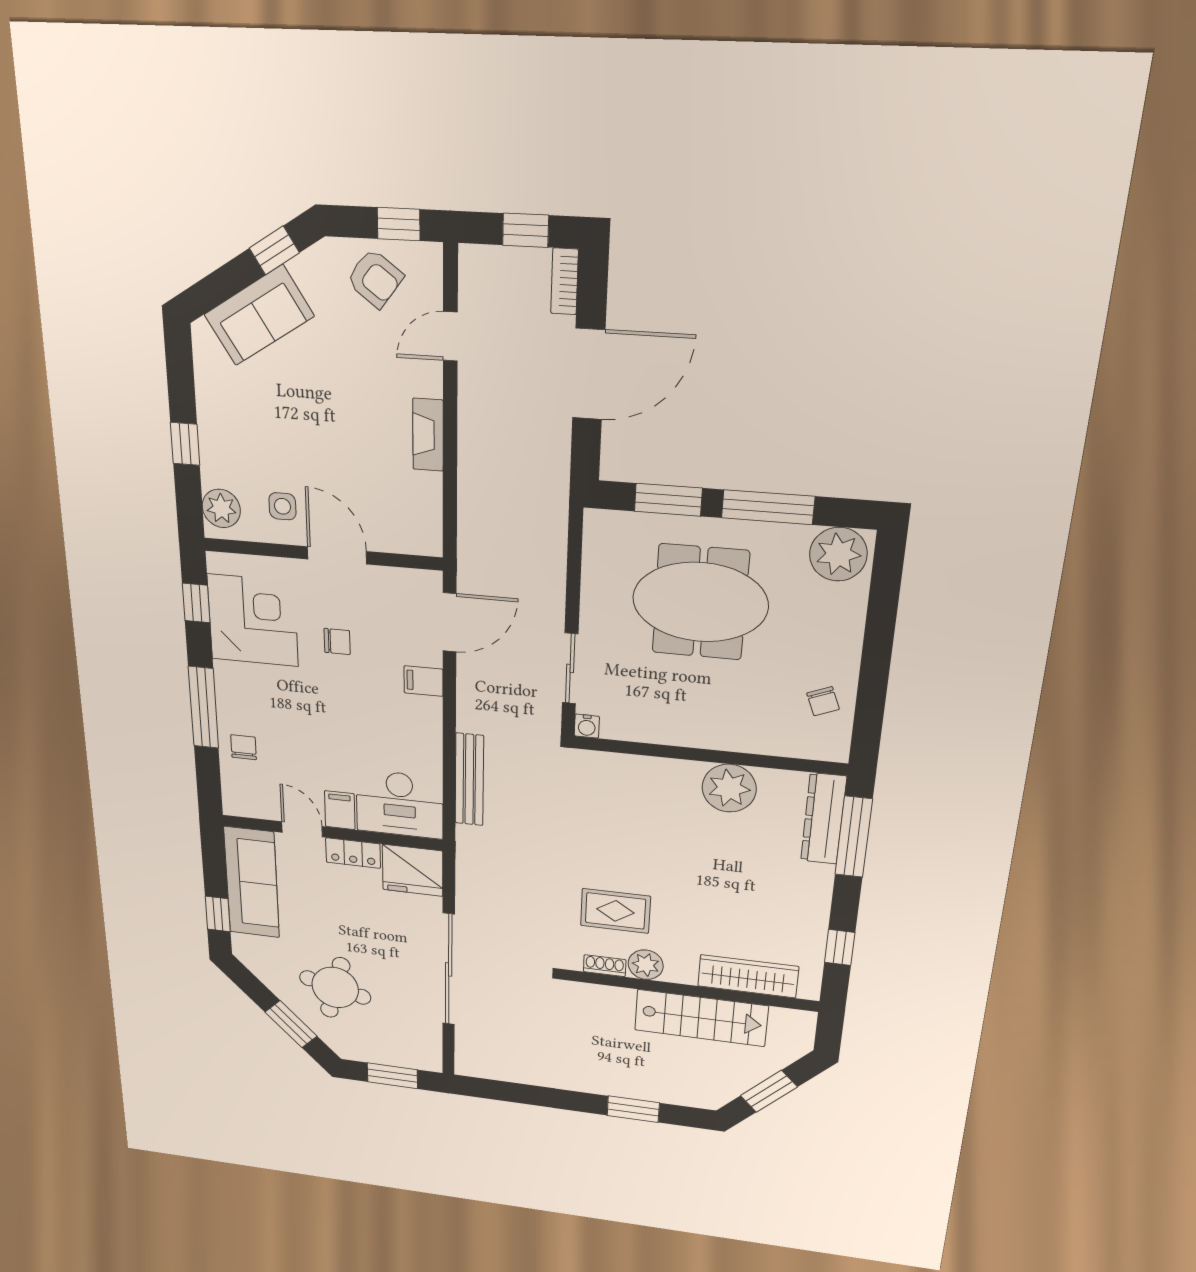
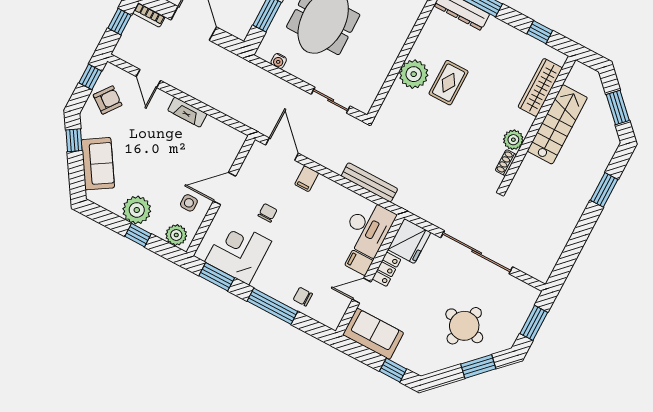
plant: (223, 422) -> (137, 210), added
window: (196, 603) -> (217, 277), width x1.50
water cooler: (587, 726) -> (279, 61), moved, turned 90
plant: (729, 788) -> (414, 74), moved
sofa: (252, 883) -> (373, 334), width x0.73
rug: (615, 911) -> (449, 83), moved

